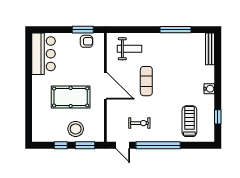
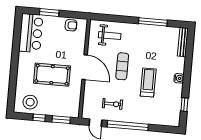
window: (83, 30) -> (49, 13), moved
treadmill: (189, 121) -> (148, 82), moved
stool: (76, 129) -> (30, 102), moved

